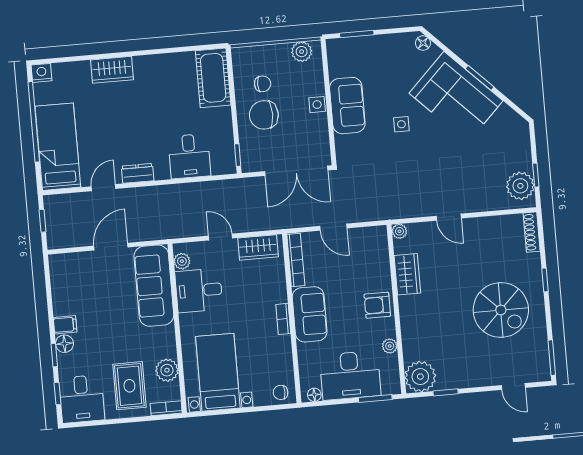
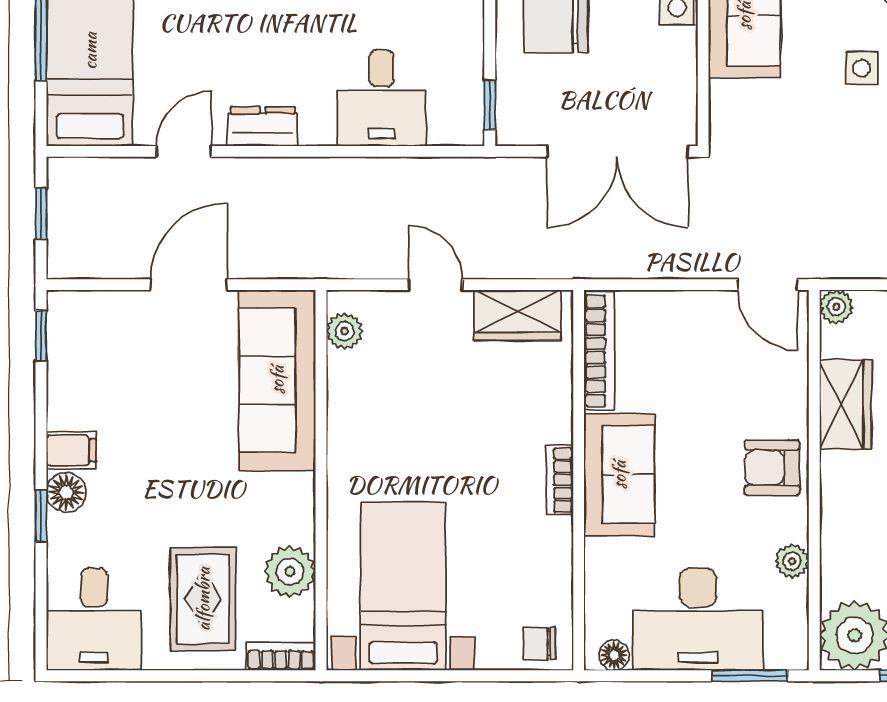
door: (333, 227) -> (768, 285), moved
desk: (199, 290) -> (377, 400), removed
window: (58, 393) -> (41, 336), moved

